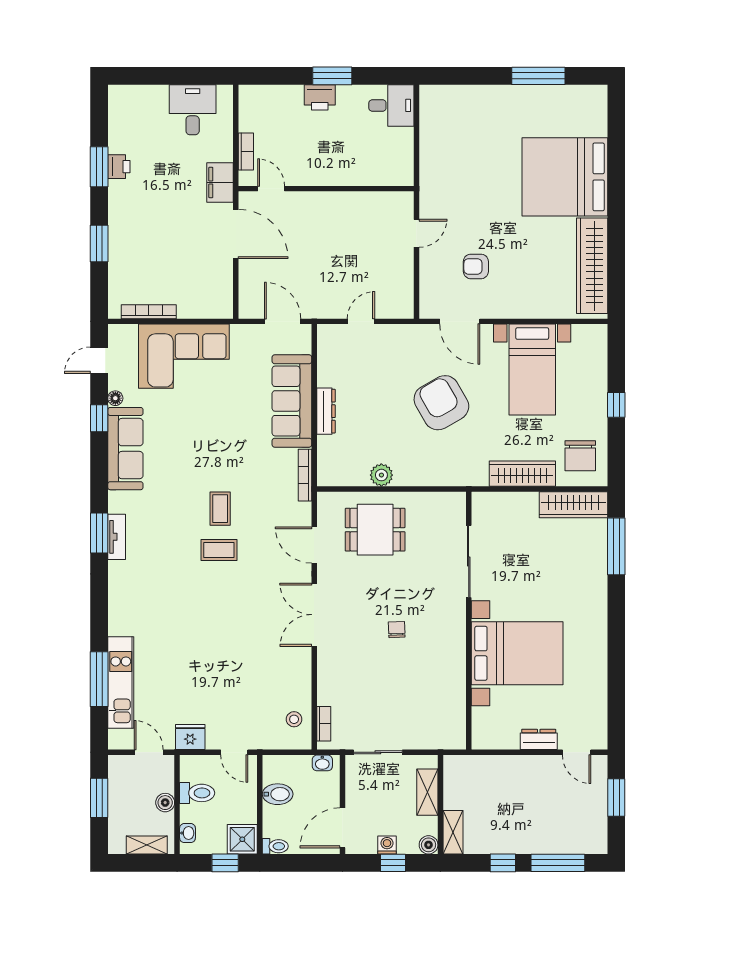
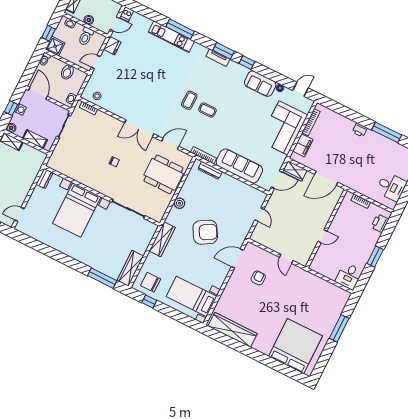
window: (538, 76) -> (339, 328), moved
printer: (320, 97) -> (380, 223), moved
window: (99, 167) -> (387, 132), width x1.44
printer: (119, 167) -> (360, 130), moved
bed: (565, 177) -> (295, 346), moved
filing cabinet: (220, 182) -> (303, 145), moved, turned 90
door: (271, 189) -> (322, 236), moved
window: (99, 244) -> (352, 115), removed
wardrobe: (251, 297) -> (295, 171), added
door: (99, 360) -> (301, 89), hinge flipped
bed with nightstands: (532, 370) -> (192, 296), moved
window: (616, 405) -> (149, 302), moved
dresser: (326, 411) -> (210, 170), moved
window: (99, 418) -> (247, 62), moved
sofa: (125, 449) -> (260, 84), width x0.73
wardrobe: (522, 474) -> (162, 239), moved
plant: (381, 475) -> (179, 203), moved
dining table: (375, 530) -> (163, 174), width x1.38
double door: (314, 615) -> (139, 128), swing flipped
window: (99, 679) -> (180, 29), moved
kitchen unit: (121, 682) -> (171, 37), moved
dresser: (539, 739) -> (45, 179), moved
dishwasher: (121, 740) -> (127, 14), added

